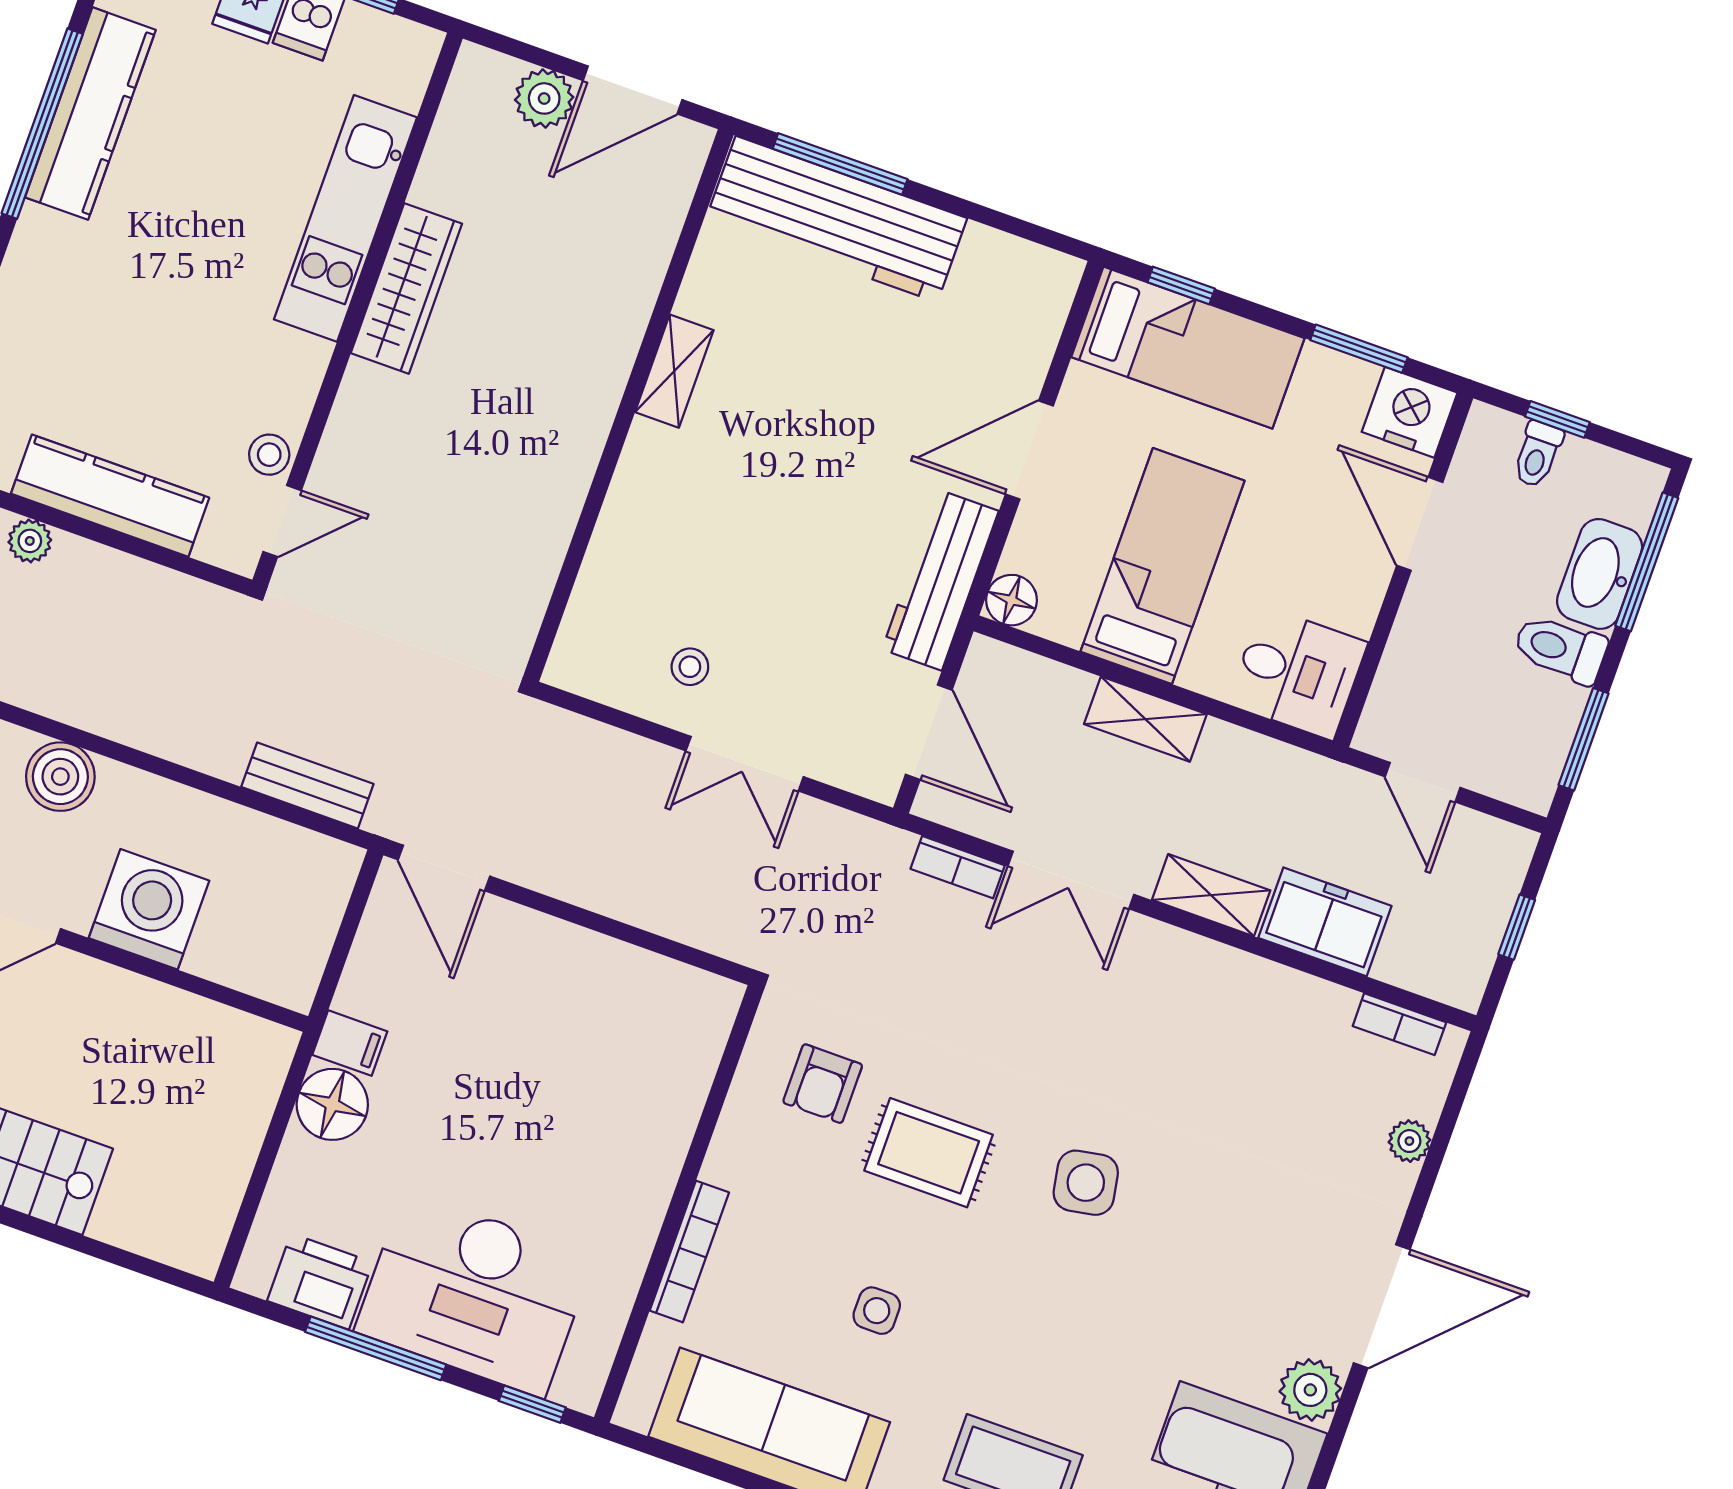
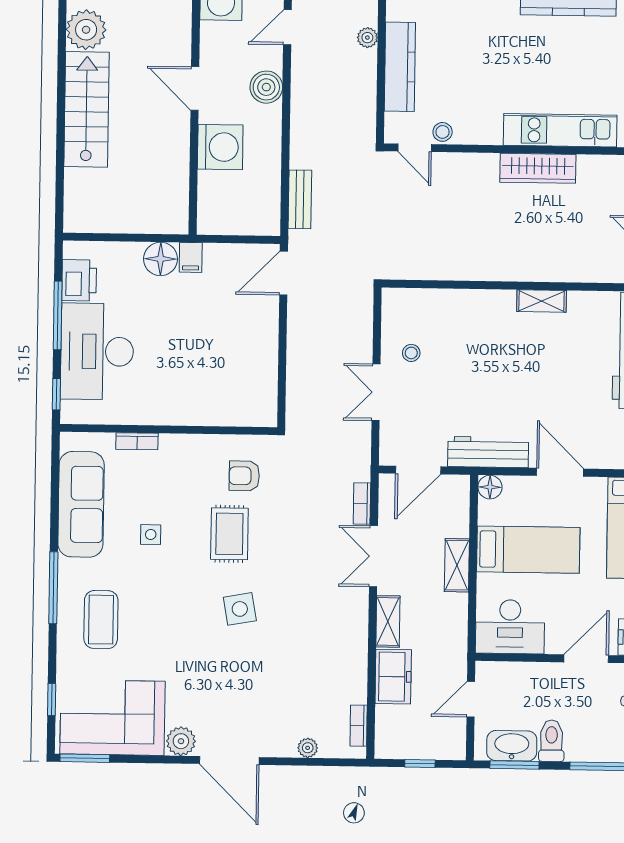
washbasin: (1600, 574) -> (512, 746), moved
desk: (1298, 673) -> (510, 627), width x1.37
bookcase: (689, 1251) -> (137, 441), width x0.64

